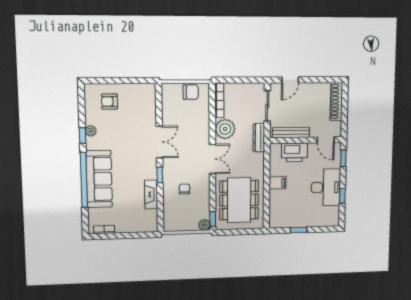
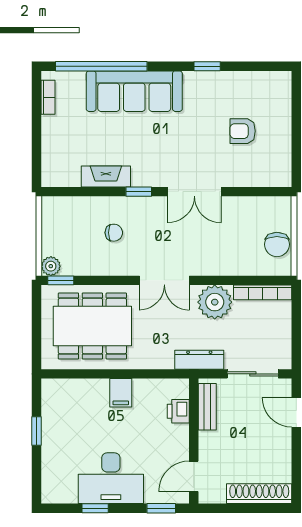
armchair: (109, 101) -> (243, 131), moved, turned -90
plant: (91, 131) -> (214, 80), removed
bench: (291, 133) -> (207, 407), width x0.73
printer: (294, 152) -> (178, 411), width x0.53, depth x0.68
window: (84, 180) -> (101, 66), moved

